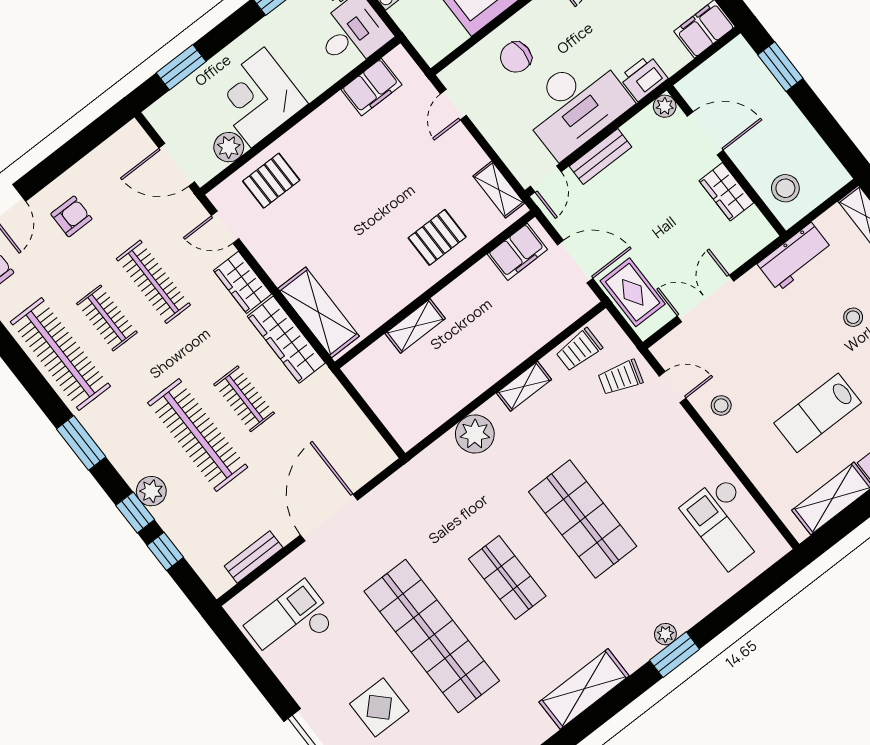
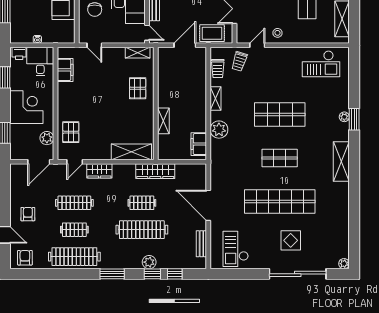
corner desk: (258, 98) -> (26, 107), moved, turned 180
filing cabinet: (517, 252) -> (199, 144), moved, turned 180
wardrobe: (286, 340) -> (155, 171), moved

